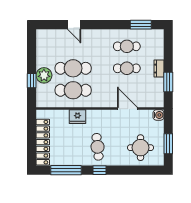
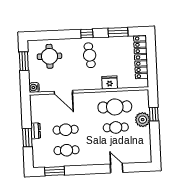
cafe table: (73, 68) -> (116, 127), width x0.73, depth x0.74
window: (168, 82) -> (27, 138), moved
window: (66, 170) -> (118, 32), width x0.69

